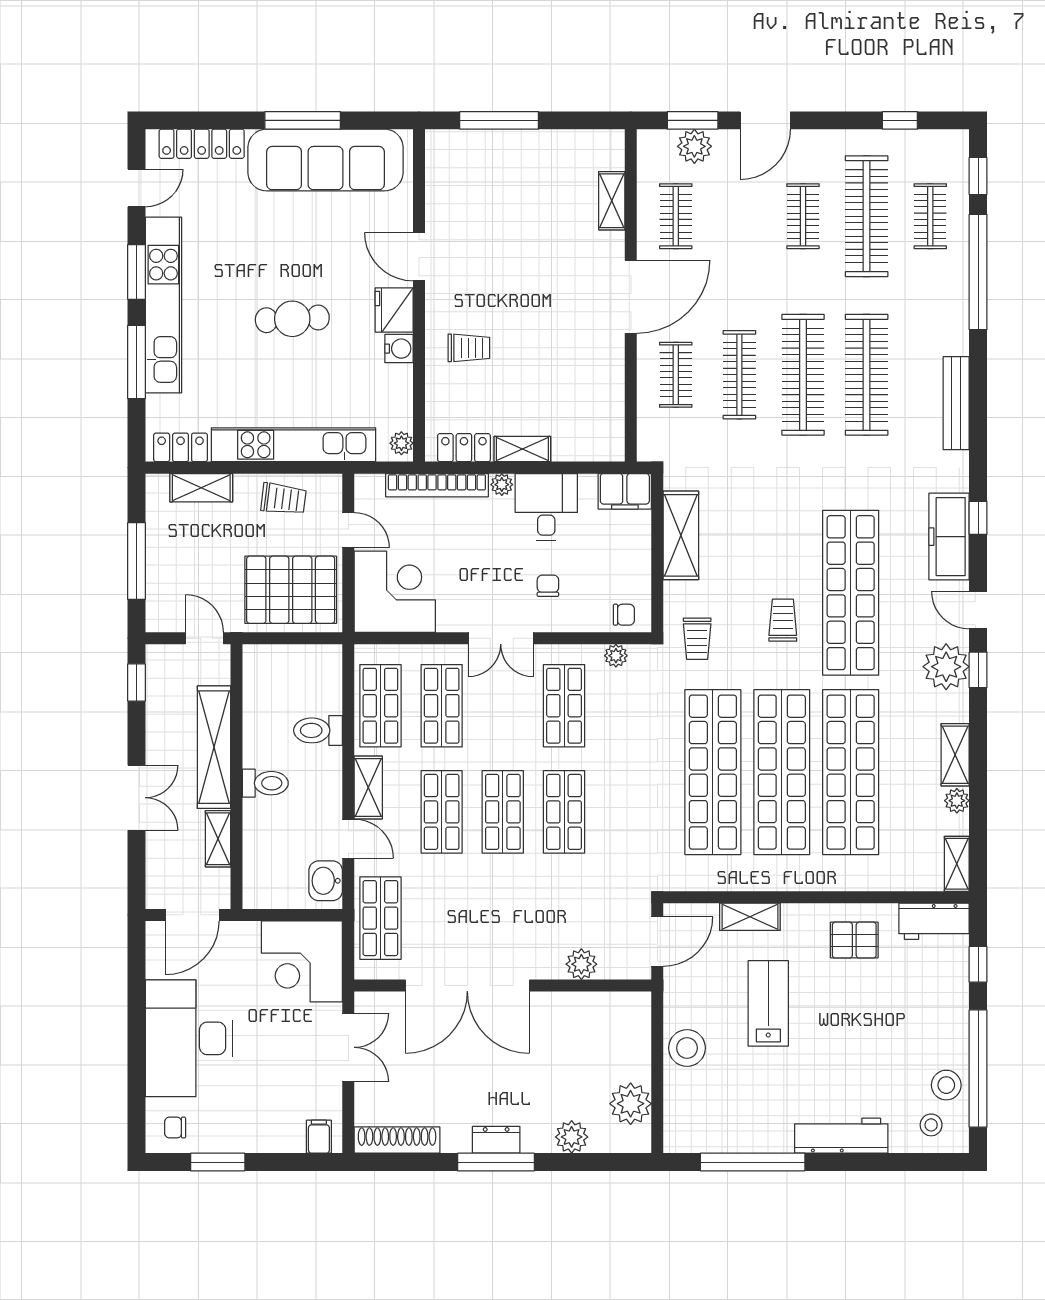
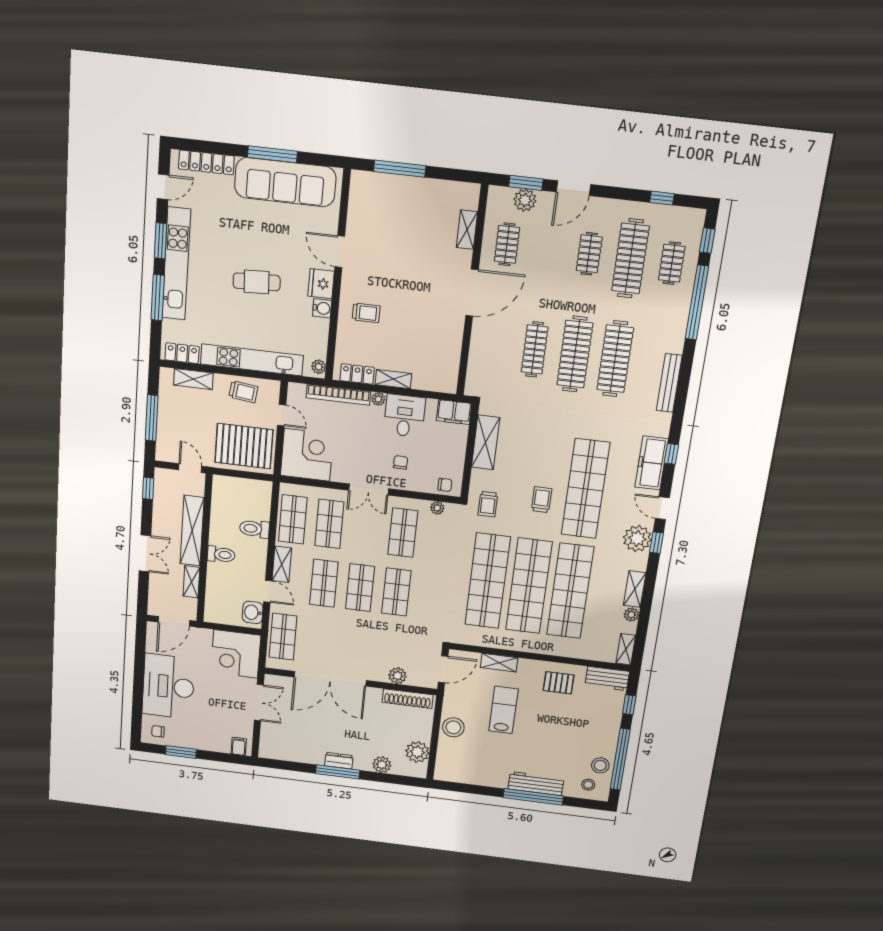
clothes rail: (676, 375) -> (494, 345), removed
shoe rack: (397, 1140) -> (408, 699), moved, turned 180
window: (753, 1162) -> (533, 797), moved

